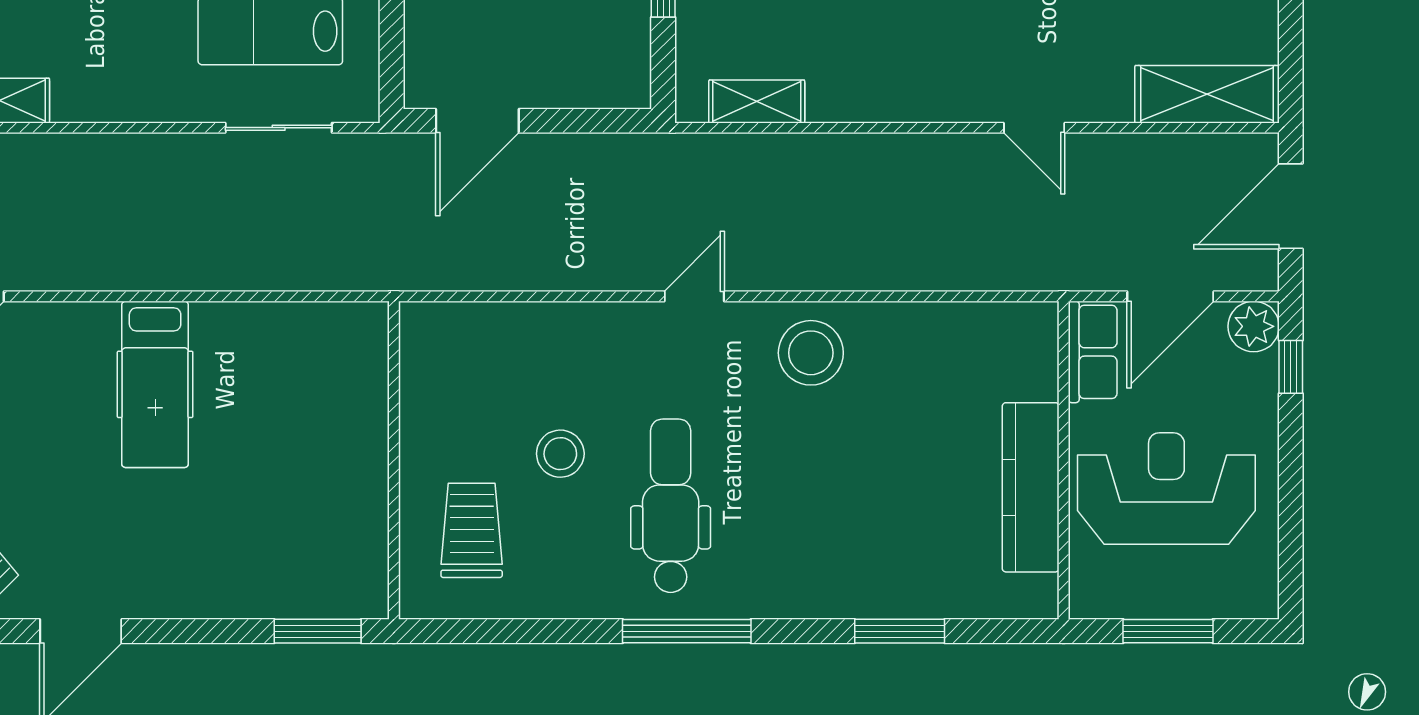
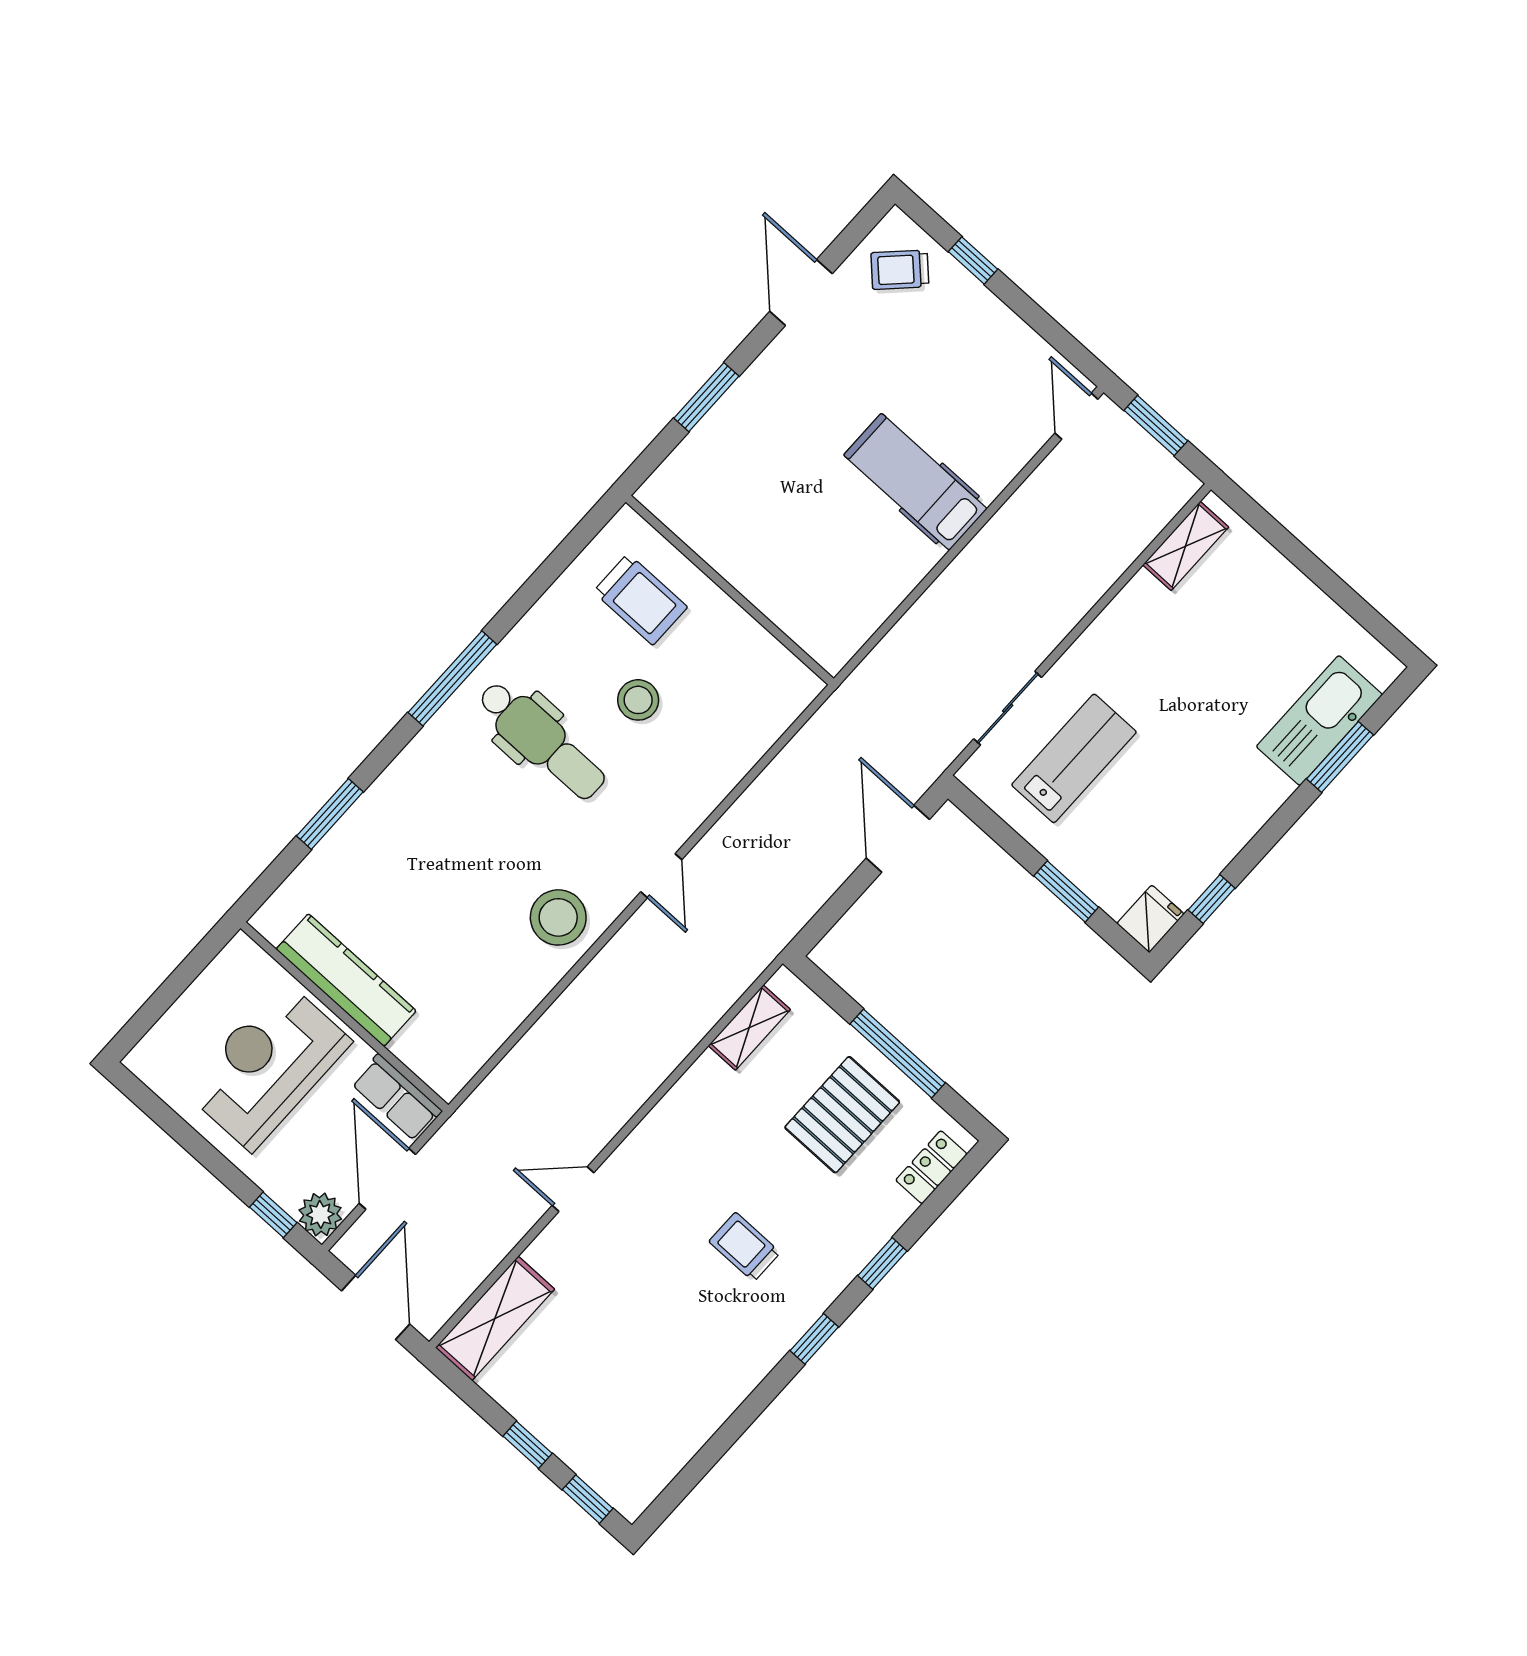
reception desk: (1166, 488) -> (267, 1066), turned 180
window: (318, 631) -> (706, 397), moved
window: (1168, 631) -> (176, 985), removed

